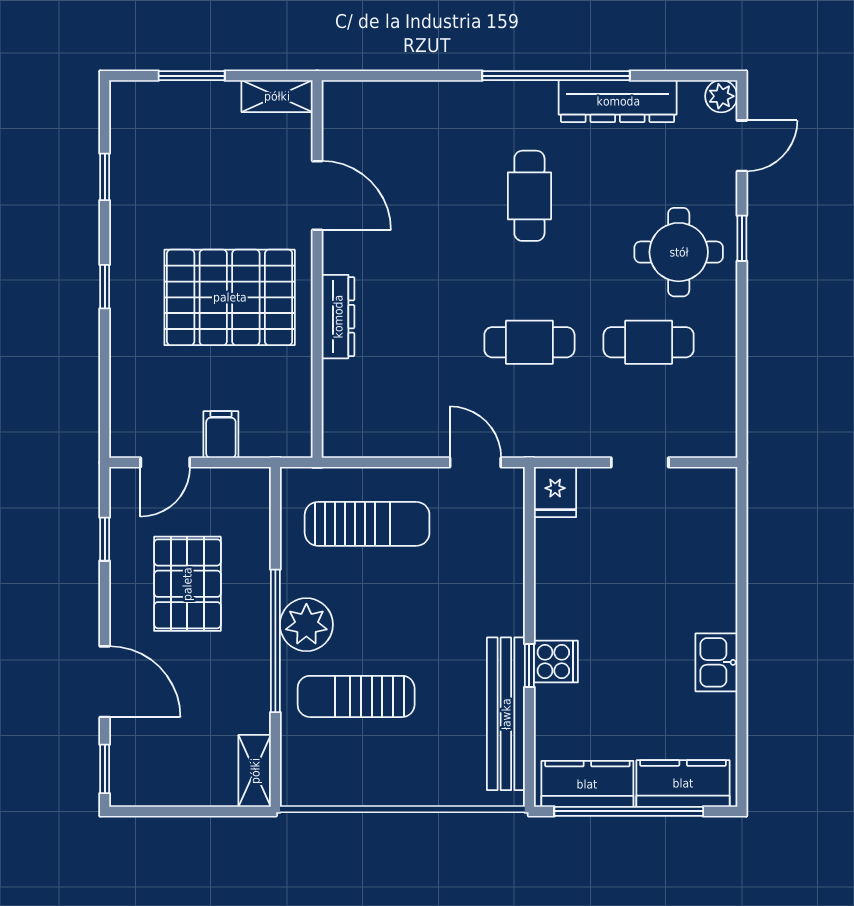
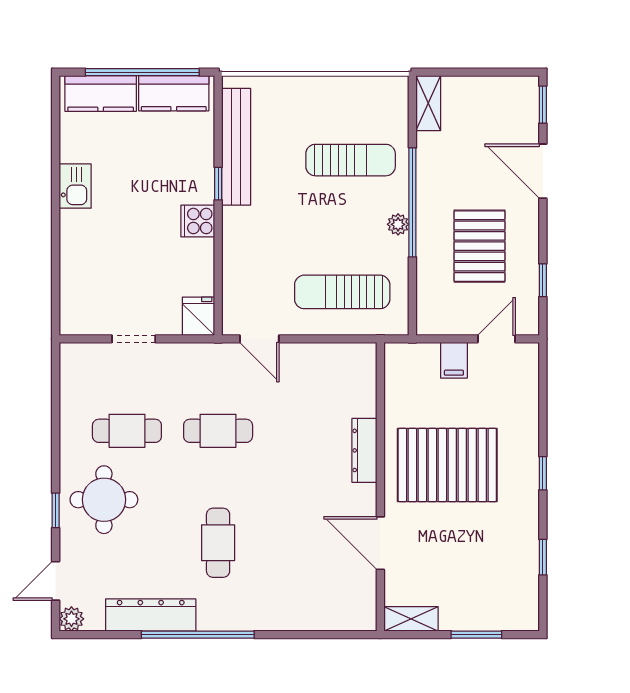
plant: (306, 625) -> (398, 224), width x0.53, depth x0.53
cooker: (556, 662) -> (198, 221), moved

